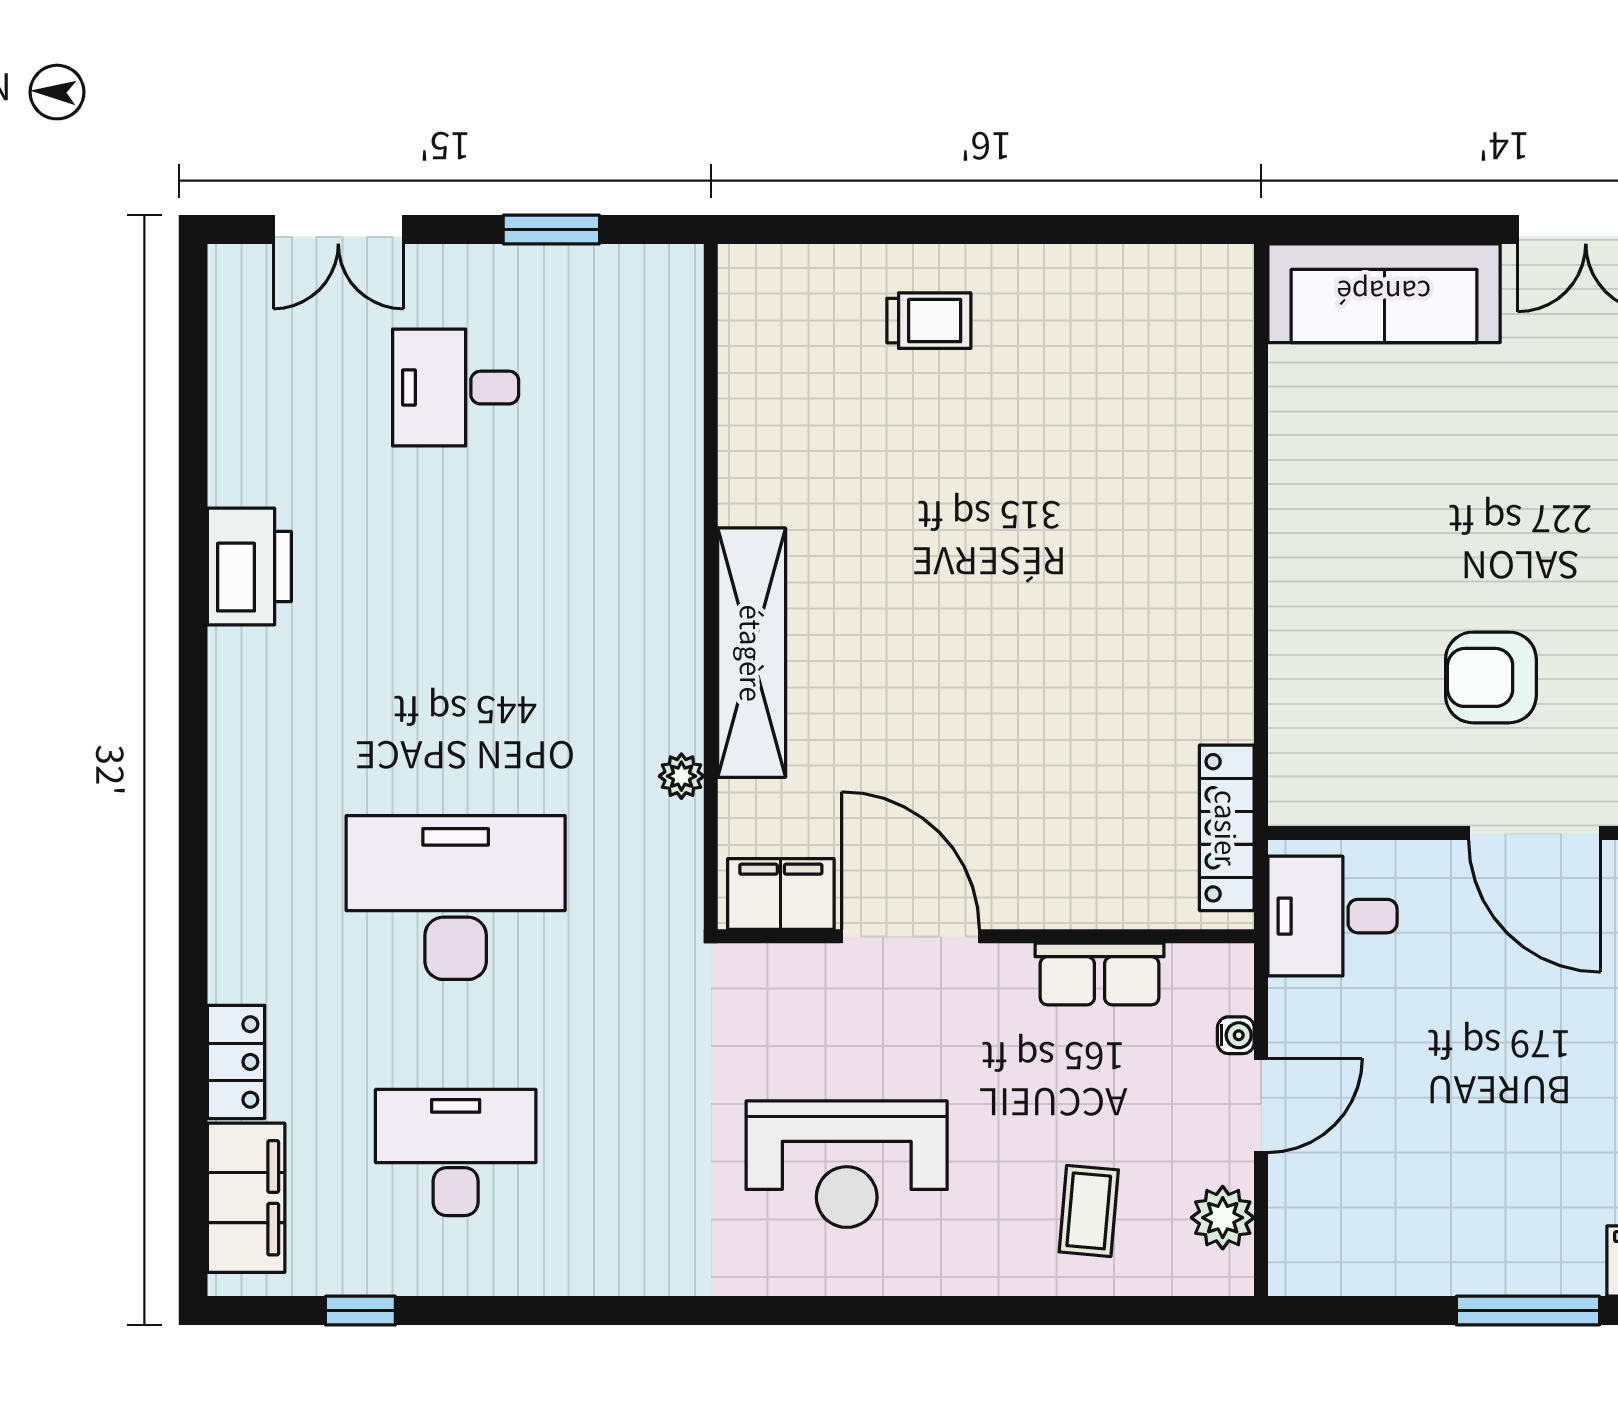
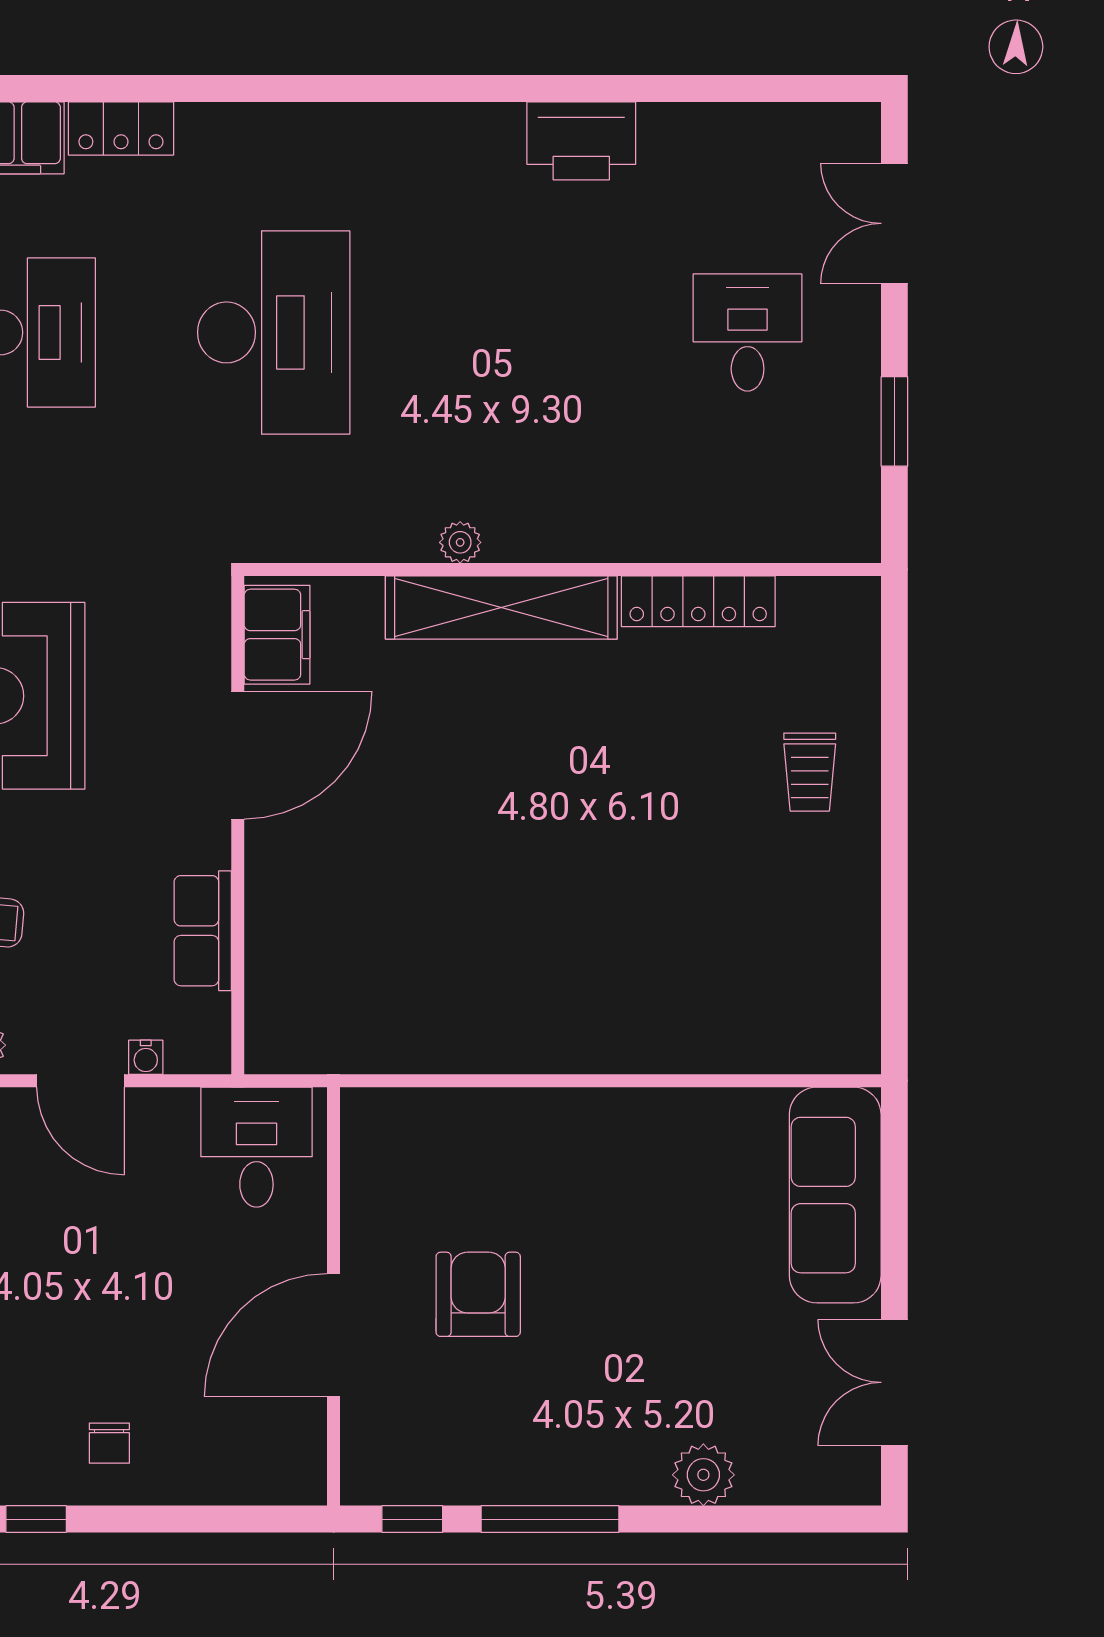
plant: (681, 776) -> (460, 542), moved
locker: (1227, 828) -> (698, 601), moved, turned 180

